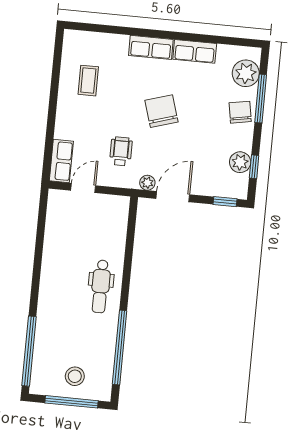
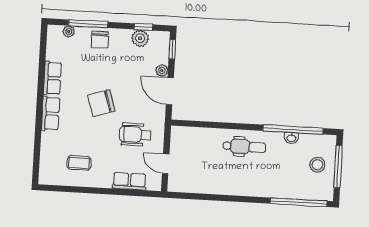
plant: (246, 73) -> (69, 31), width x0.53, depth x0.53
chair: (240, 112) -> (100, 40), turned -80
wheelchair: (121, 151) -> (135, 135), width x1.36, depth x1.37
row of seats: (61, 161) -> (129, 181), moved
plant: (147, 183) -> (162, 70), moved
washbasin: (109, 345) -> (291, 138), added

